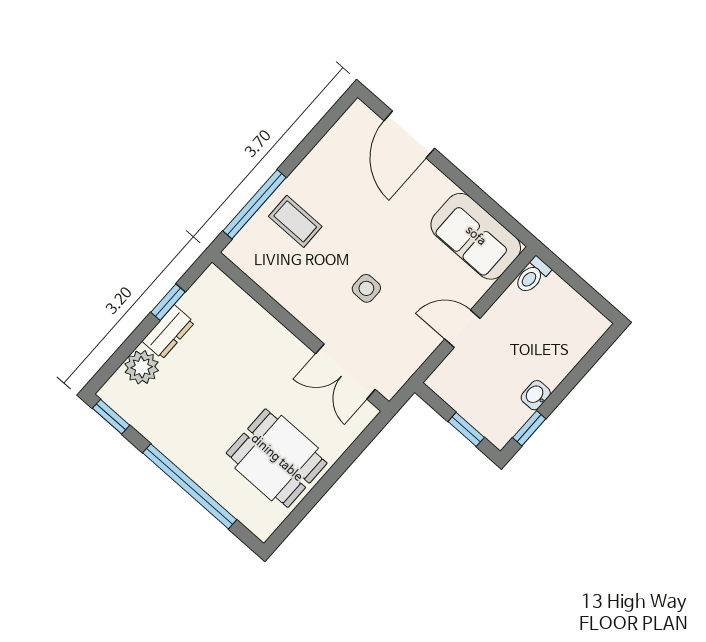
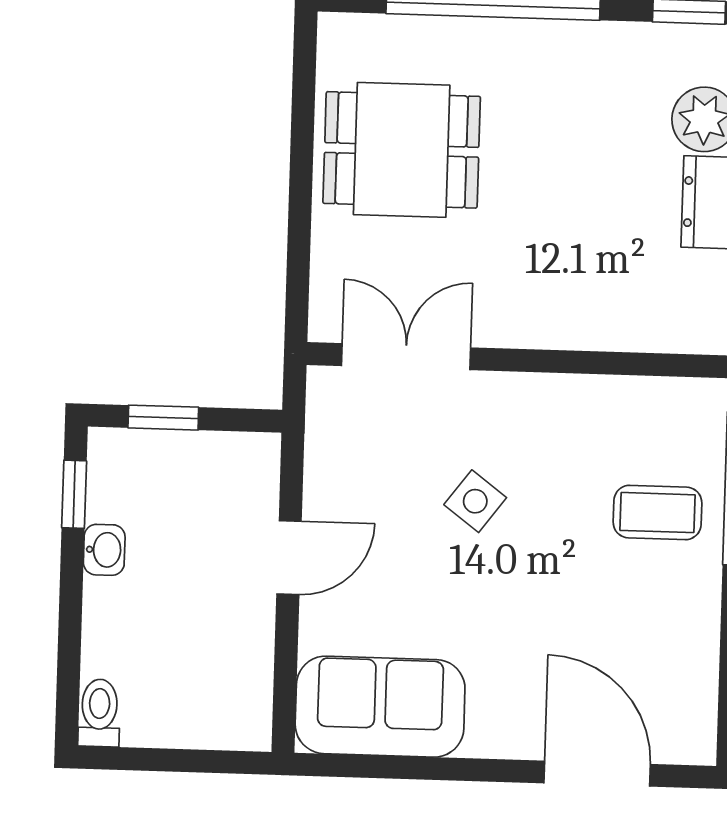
toilet: (532, 276) -> (99, 713), moved
side table: (366, 288) -> (475, 501), turned 37

